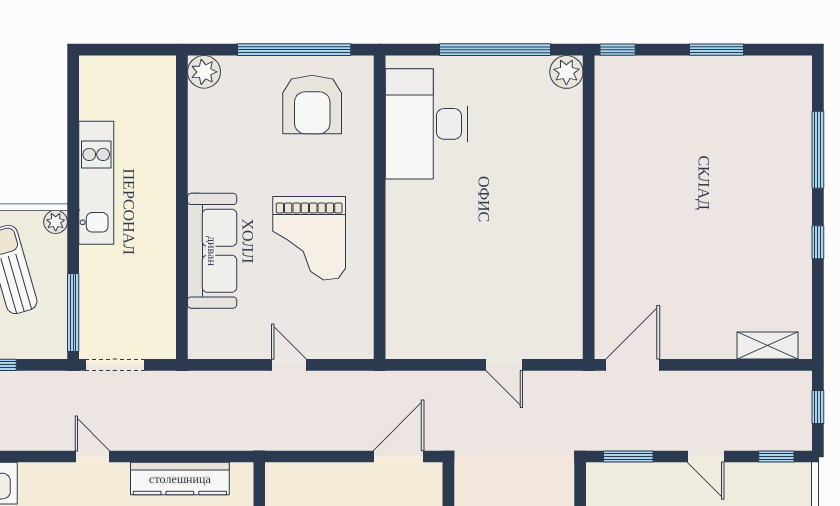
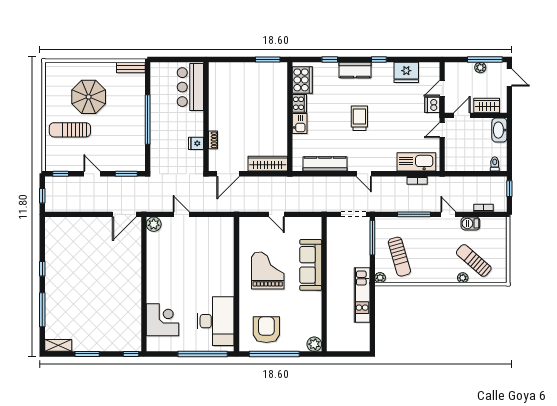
window: (495, 50) -> (203, 354), moved
plant: (566, 72) -> (154, 224), moved
corner desk: (547, 127) -> (162, 320), added
shelving: (768, 345) -> (58, 345), moved
wardrobe: (309, 479) -> (268, 164), added

